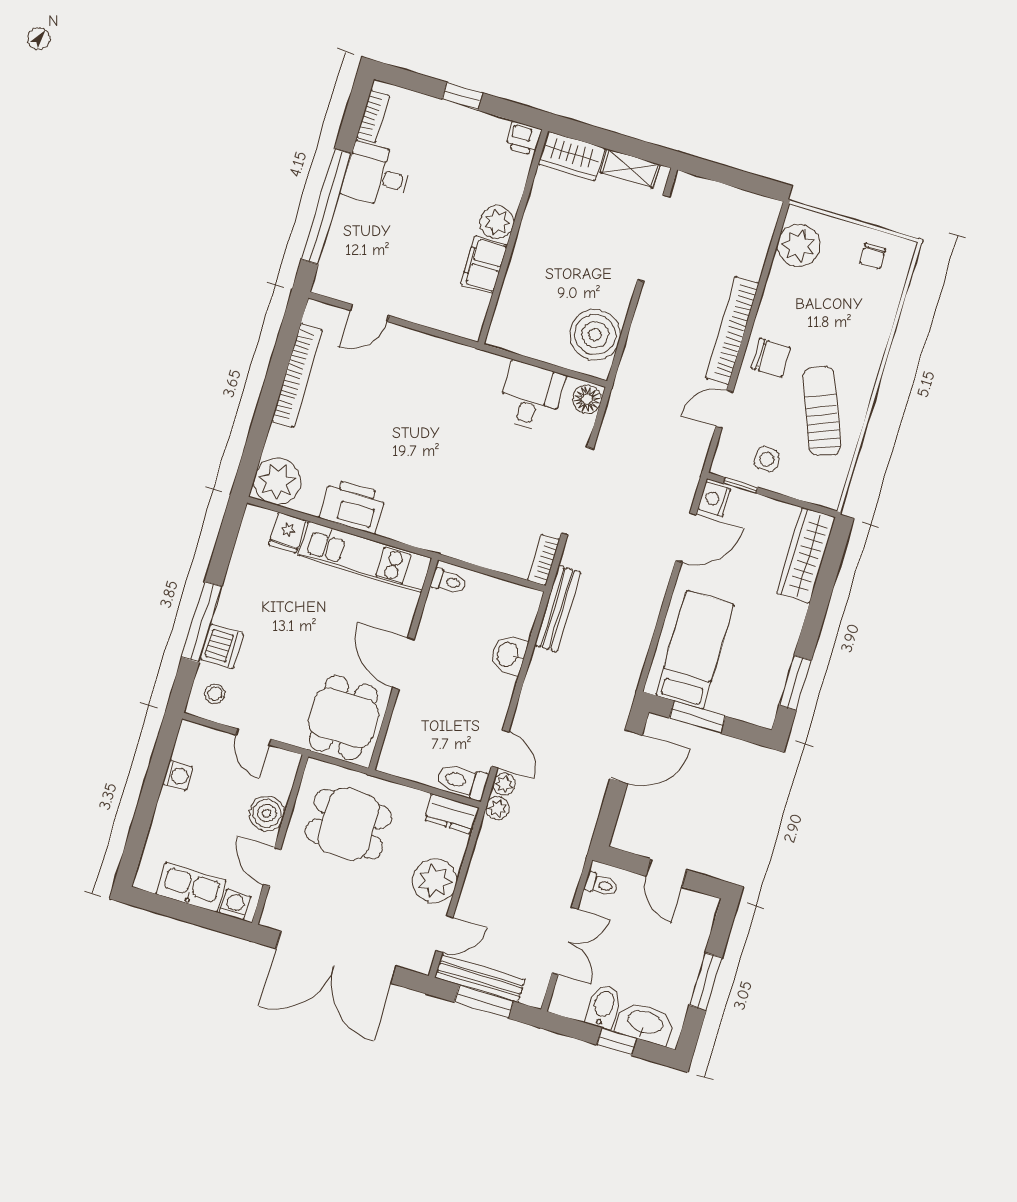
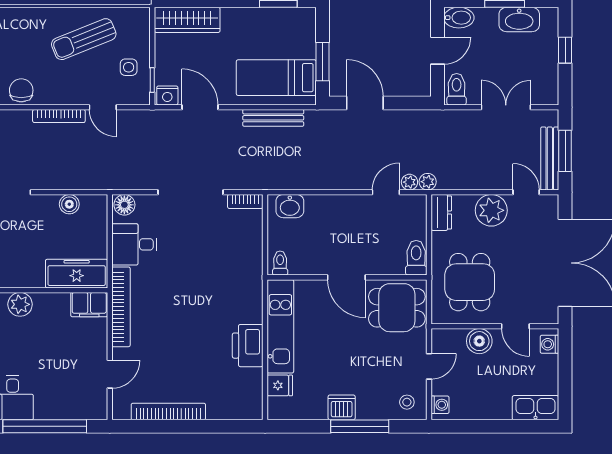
filing cabinet: (484, 265) -> (89, 305), moved
freezer: (515, 309) -> (77, 274), added
door: (369, 313) -> (110, 374), hinge flipped
bookcase: (732, 331) -> (59, 116), width x0.68, depth x0.76
boiler: (595, 335) -> (69, 204), width x0.54, depth x0.54
bookcase: (454, 354) -> (121, 307), added
chair: (771, 358) -> (21, 90), moved
plant: (277, 481) -> (246, 403), removed
bench: (558, 609) -> (273, 118), moved
dishwasher: (222, 646) -> (342, 407), moved
washbasin: (509, 655) -> (290, 206), moved
door: (403, 663) -> (346, 277), hinge flipped
washing machine: (178, 776) -> (440, 405), moved, turned 90
toilet: (462, 781) -> (416, 258), moved, turned 180
door: (272, 867) -> (515, 326), hinge flipped
toilet: (601, 885) -> (457, 89), width x1.37, depth x1.39
kitchen sink: (191, 887) -> (535, 408), moved, turned 90
bidet: (603, 1007) -> (459, 18), moved, turned 180
washbasin: (645, 1023) -> (519, 20), moved, turned -90

